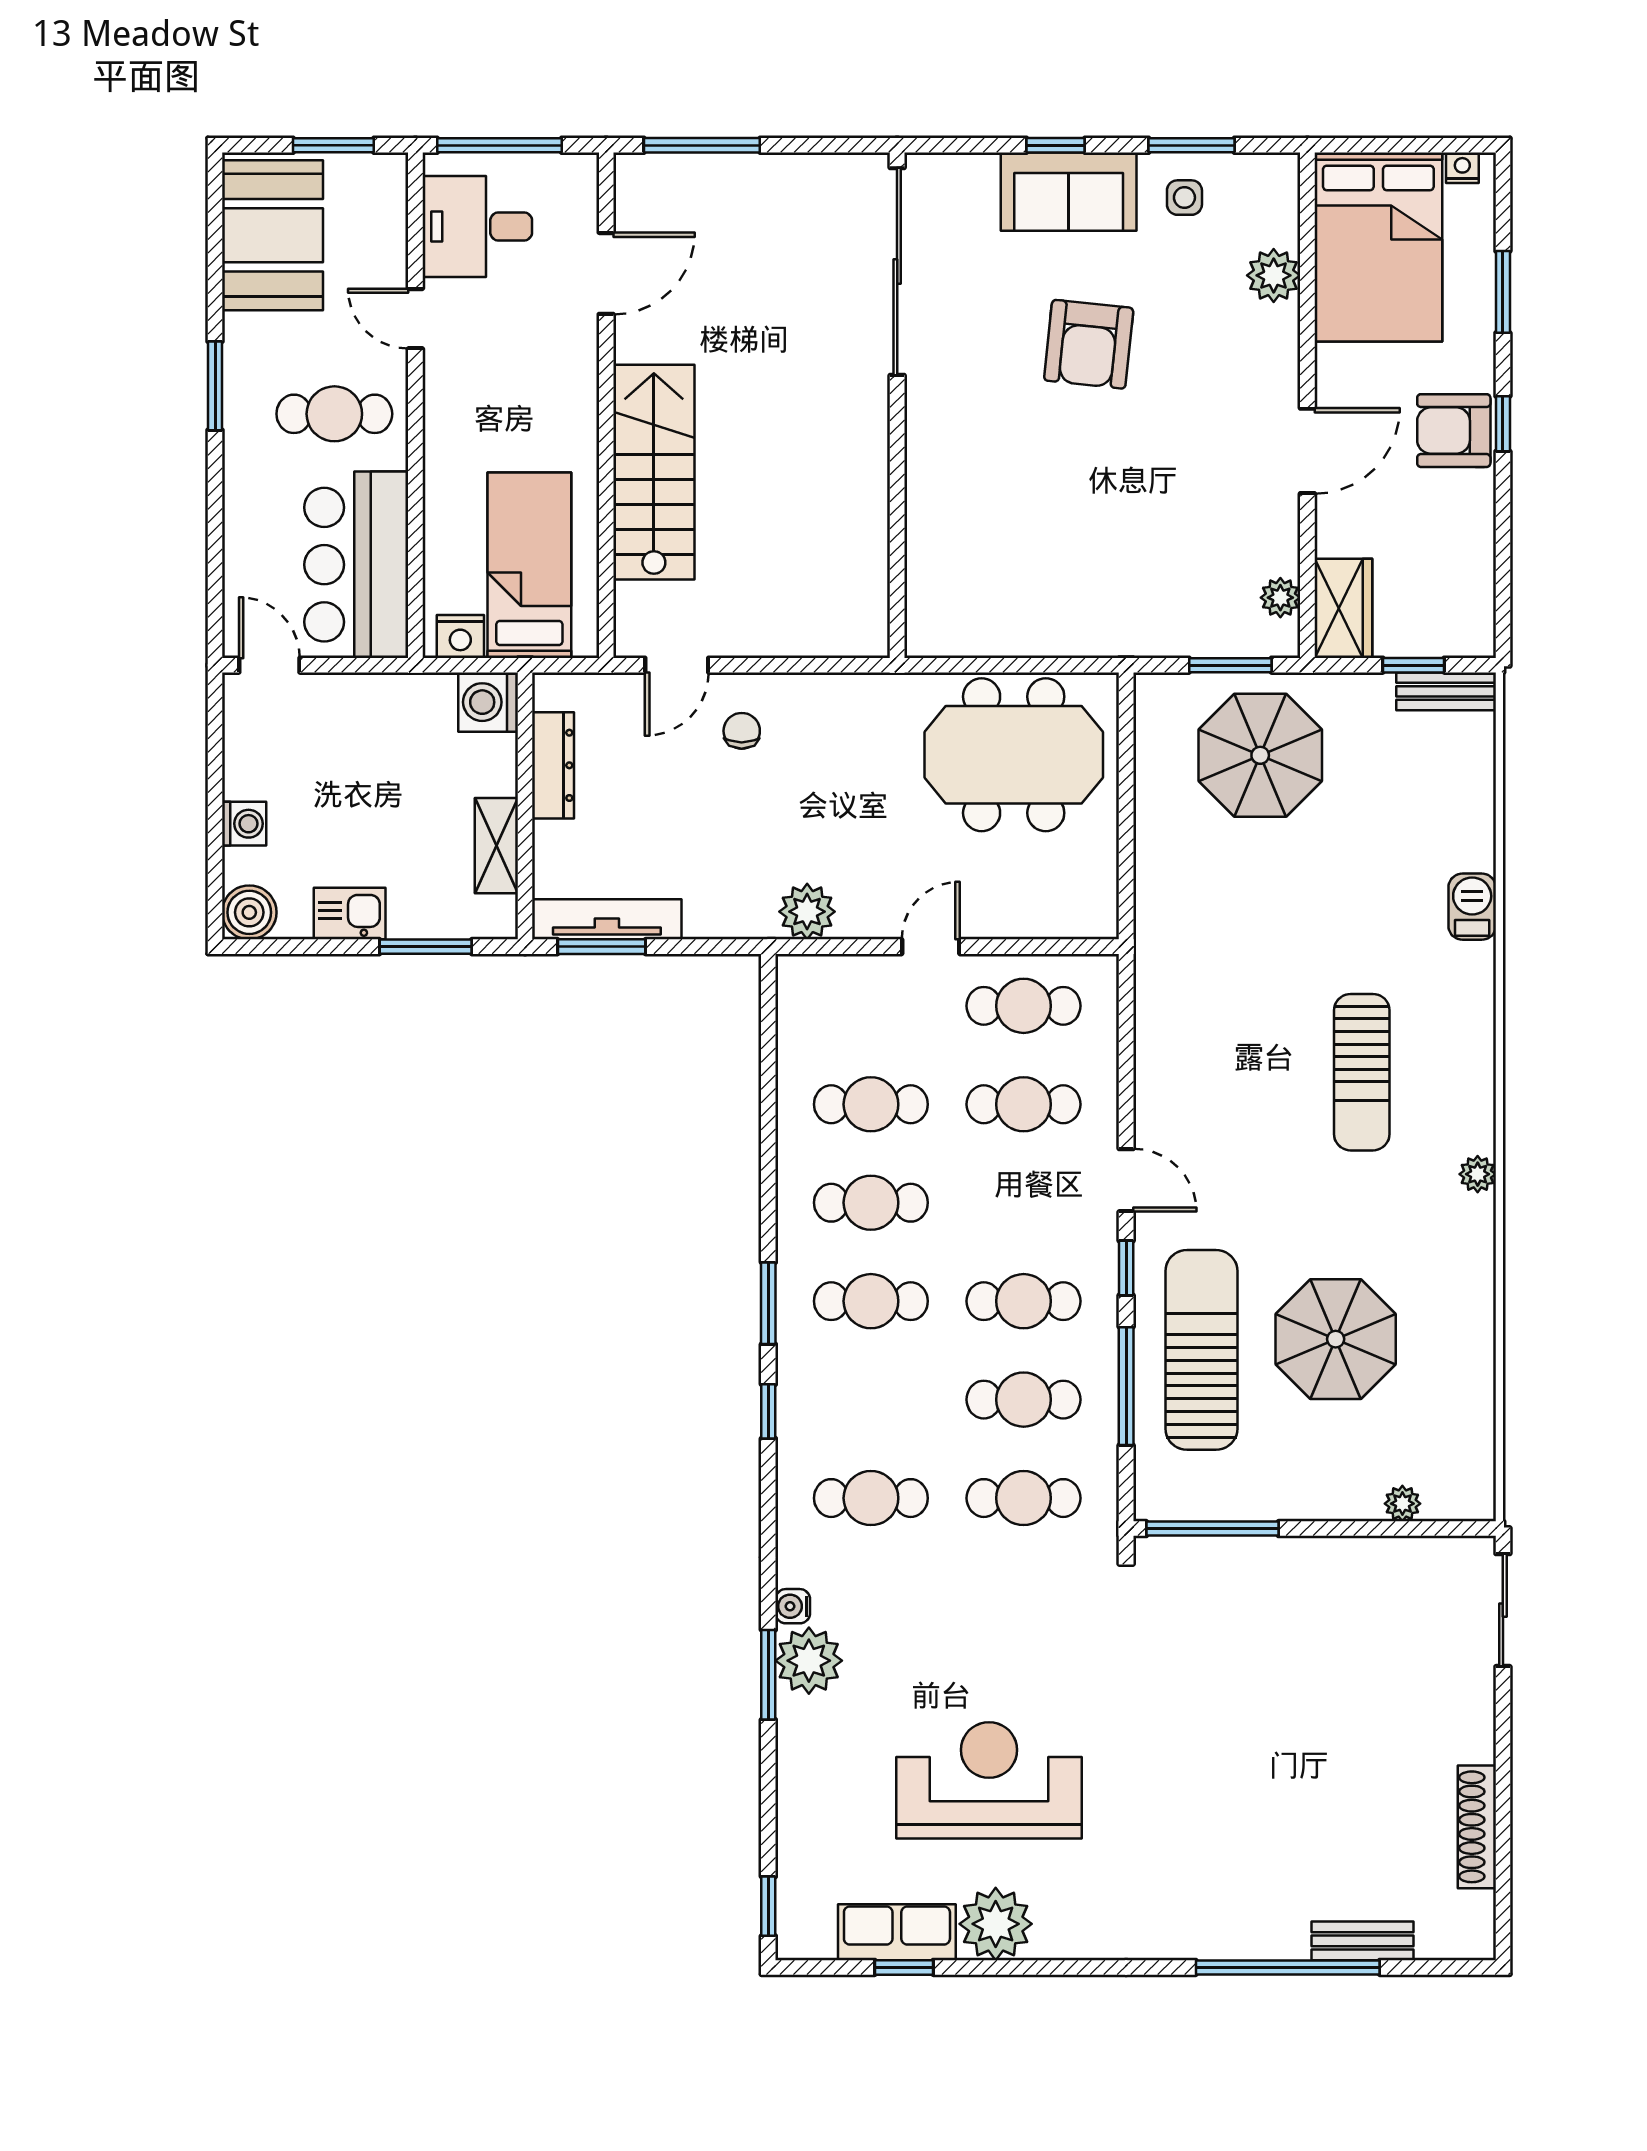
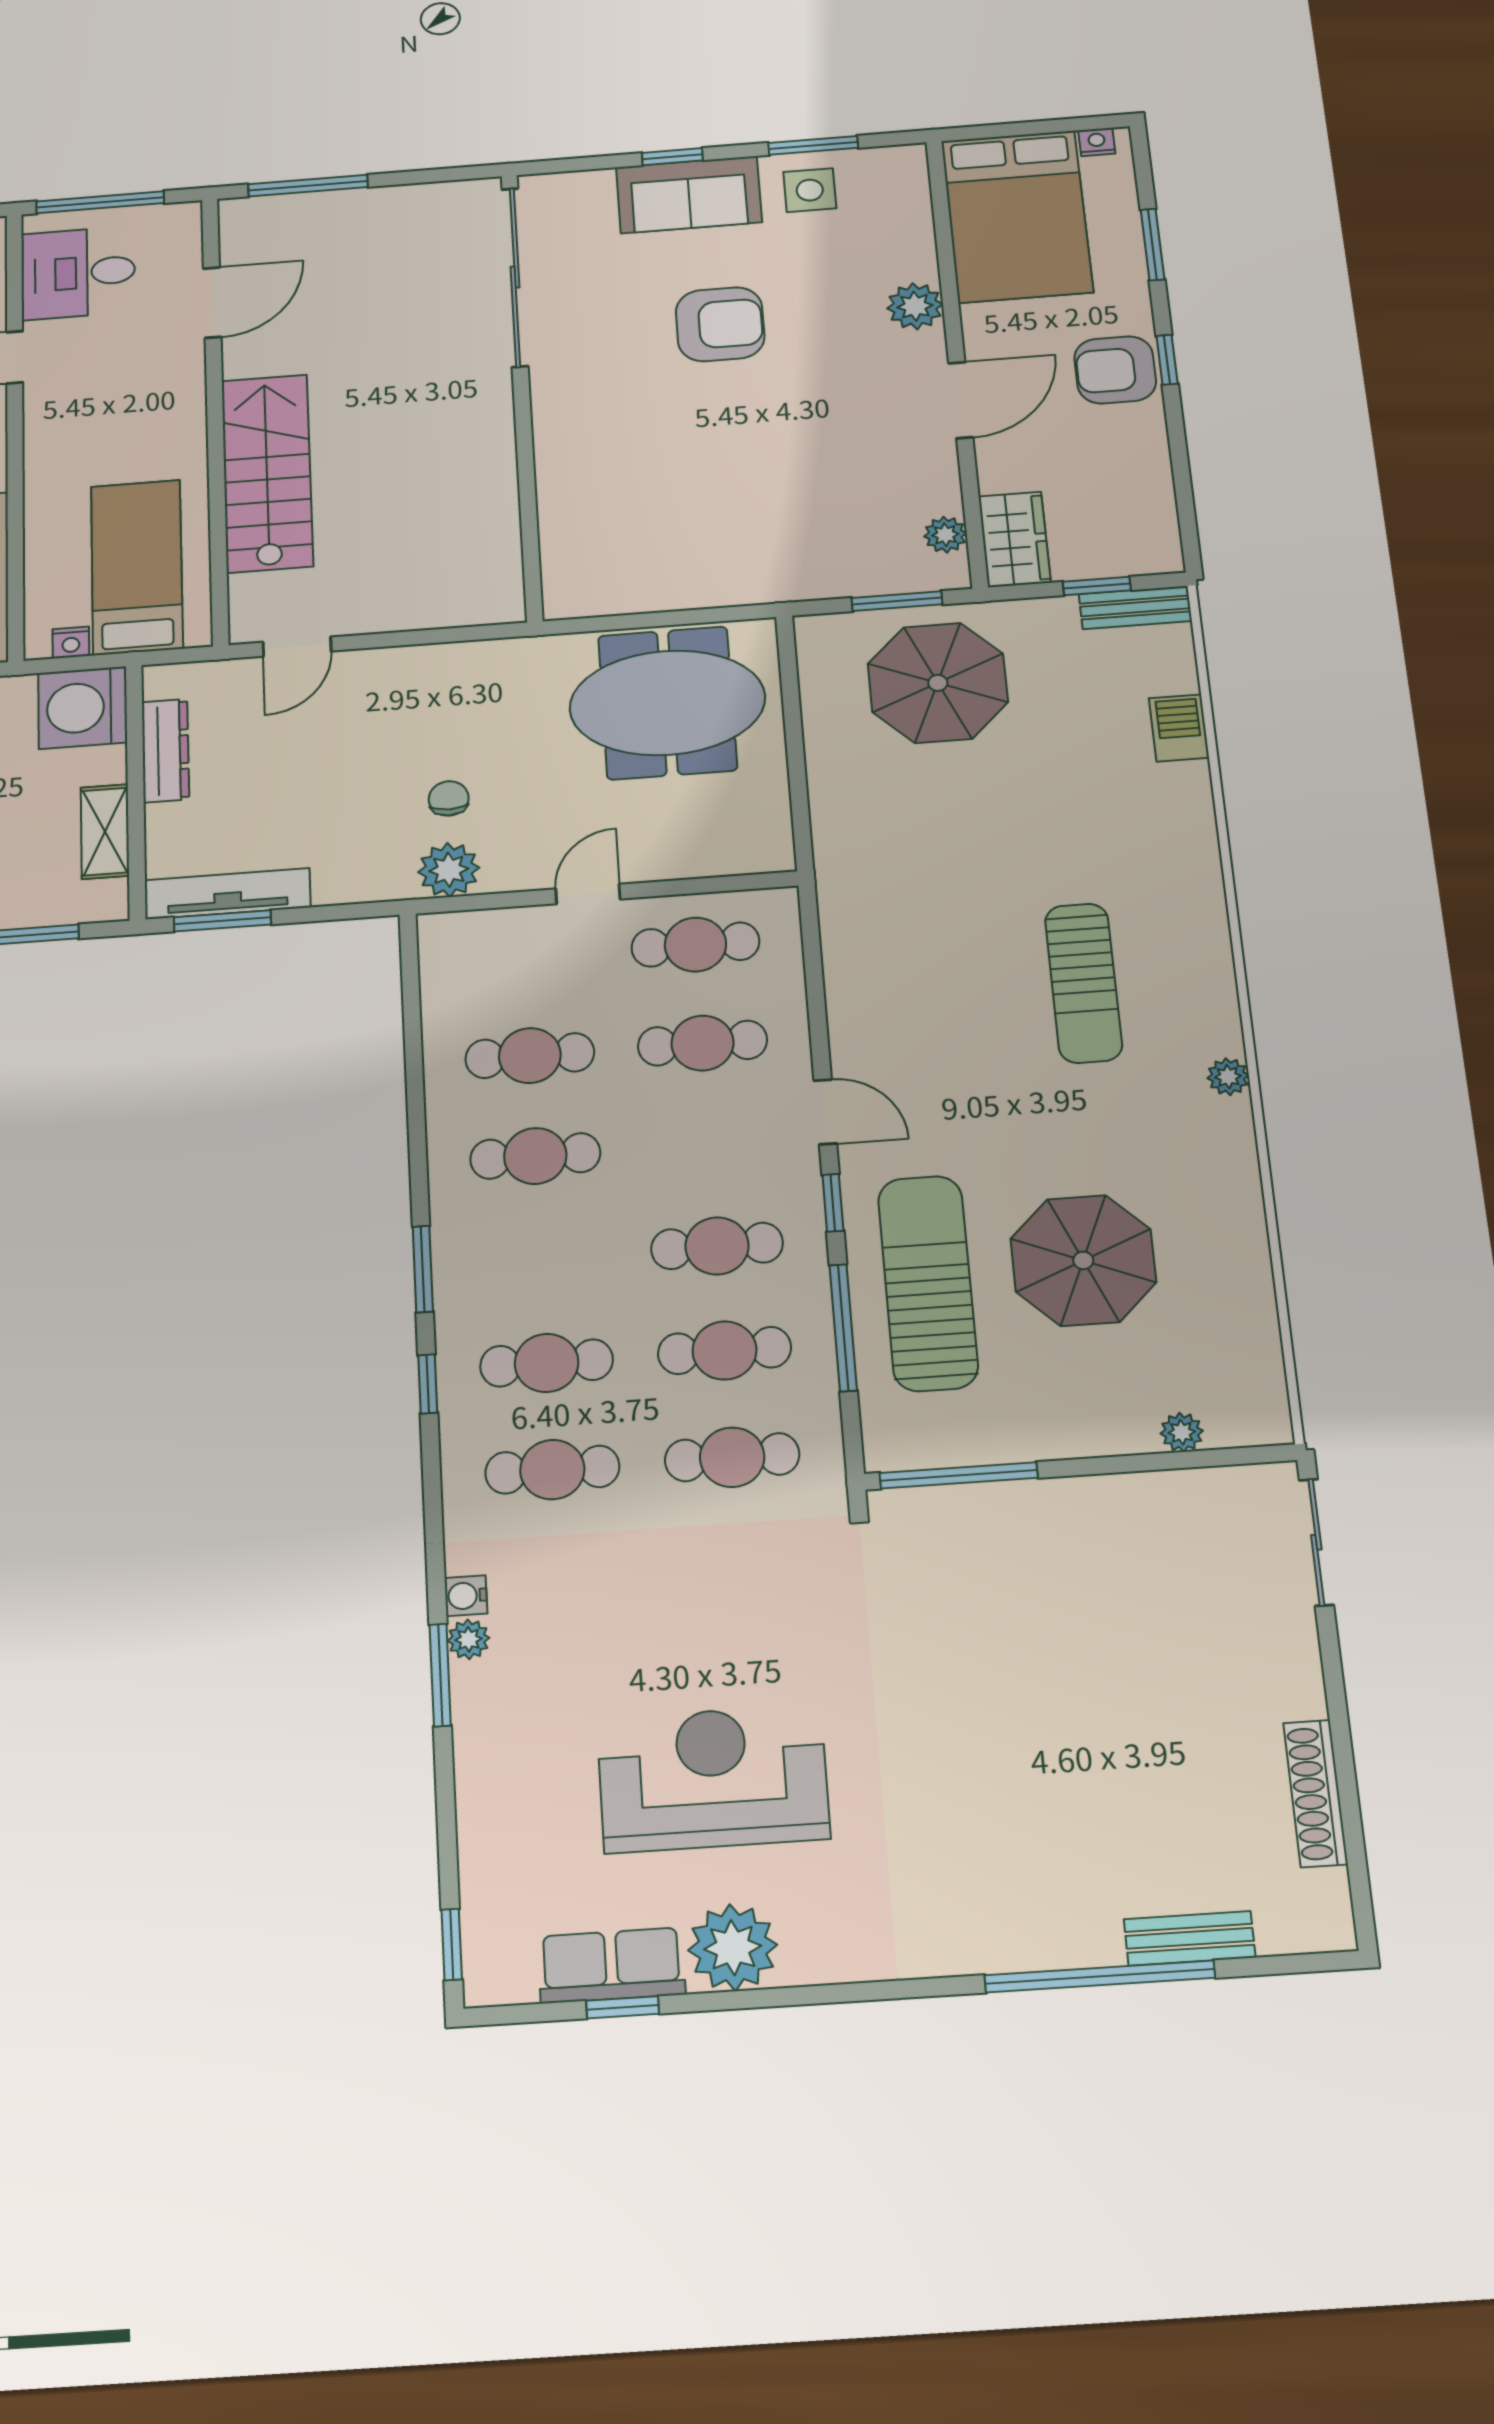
side table: (1184, 198) -> (810, 190), width x1.37, depth x1.37
plant: (1274, 275) -> (915, 306), moved
armchair: (1089, 344) -> (720, 324), turned -96
nightstand: (460, 636) -> (71, 643), width x0.72, depth x0.74
washing machine: (488, 702) -> (83, 708), width x1.37, depth x1.37
chair: (742, 731) -> (449, 798), moved
barbecue: (1472, 907) -> (1179, 728), moved
cafe table: (871, 1301) -> (547, 1363), moved
plant: (809, 1661) -> (468, 1639), width x0.53, depth x0.53

